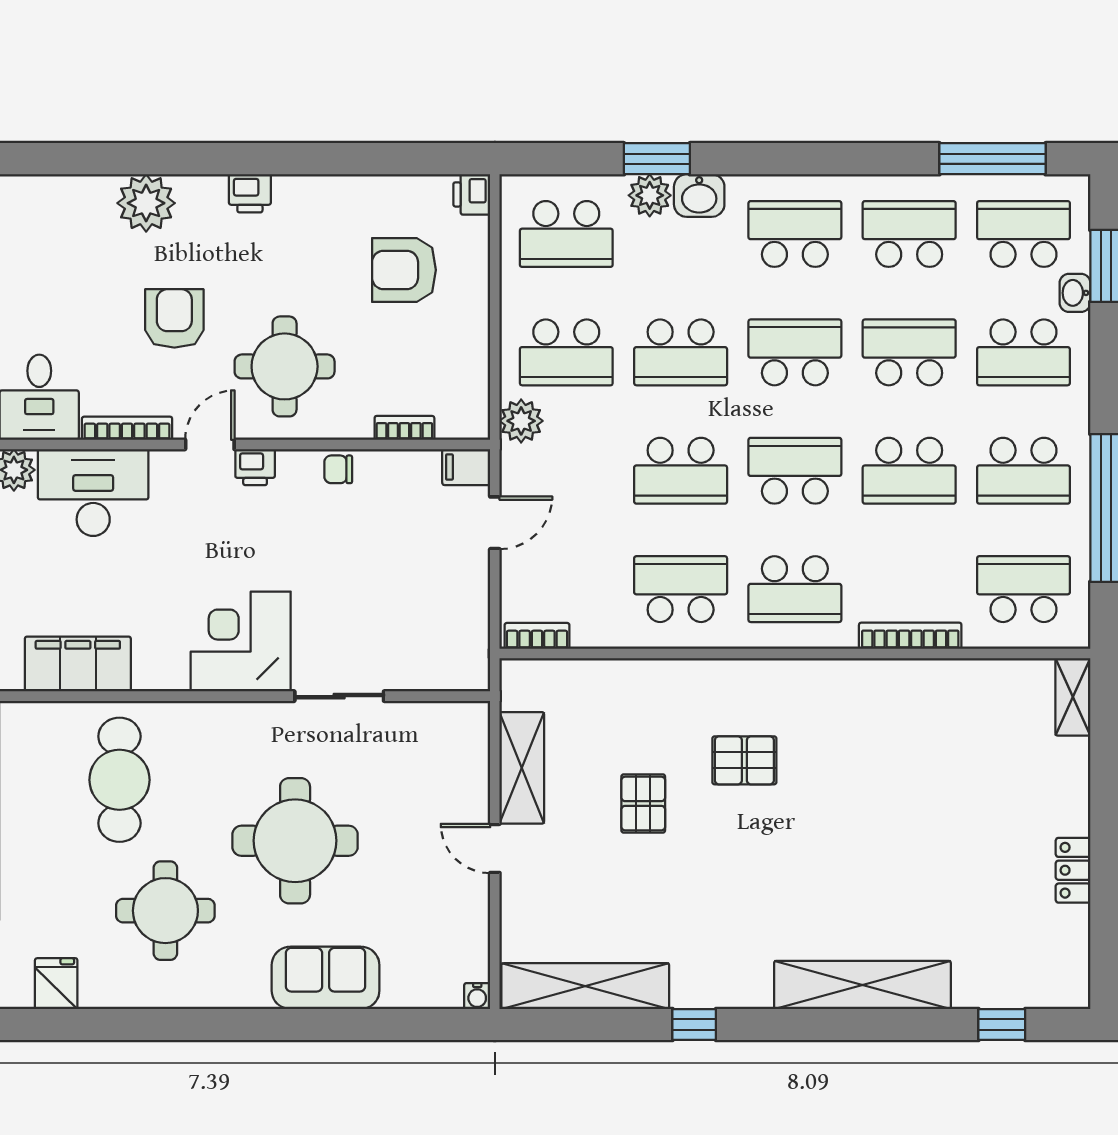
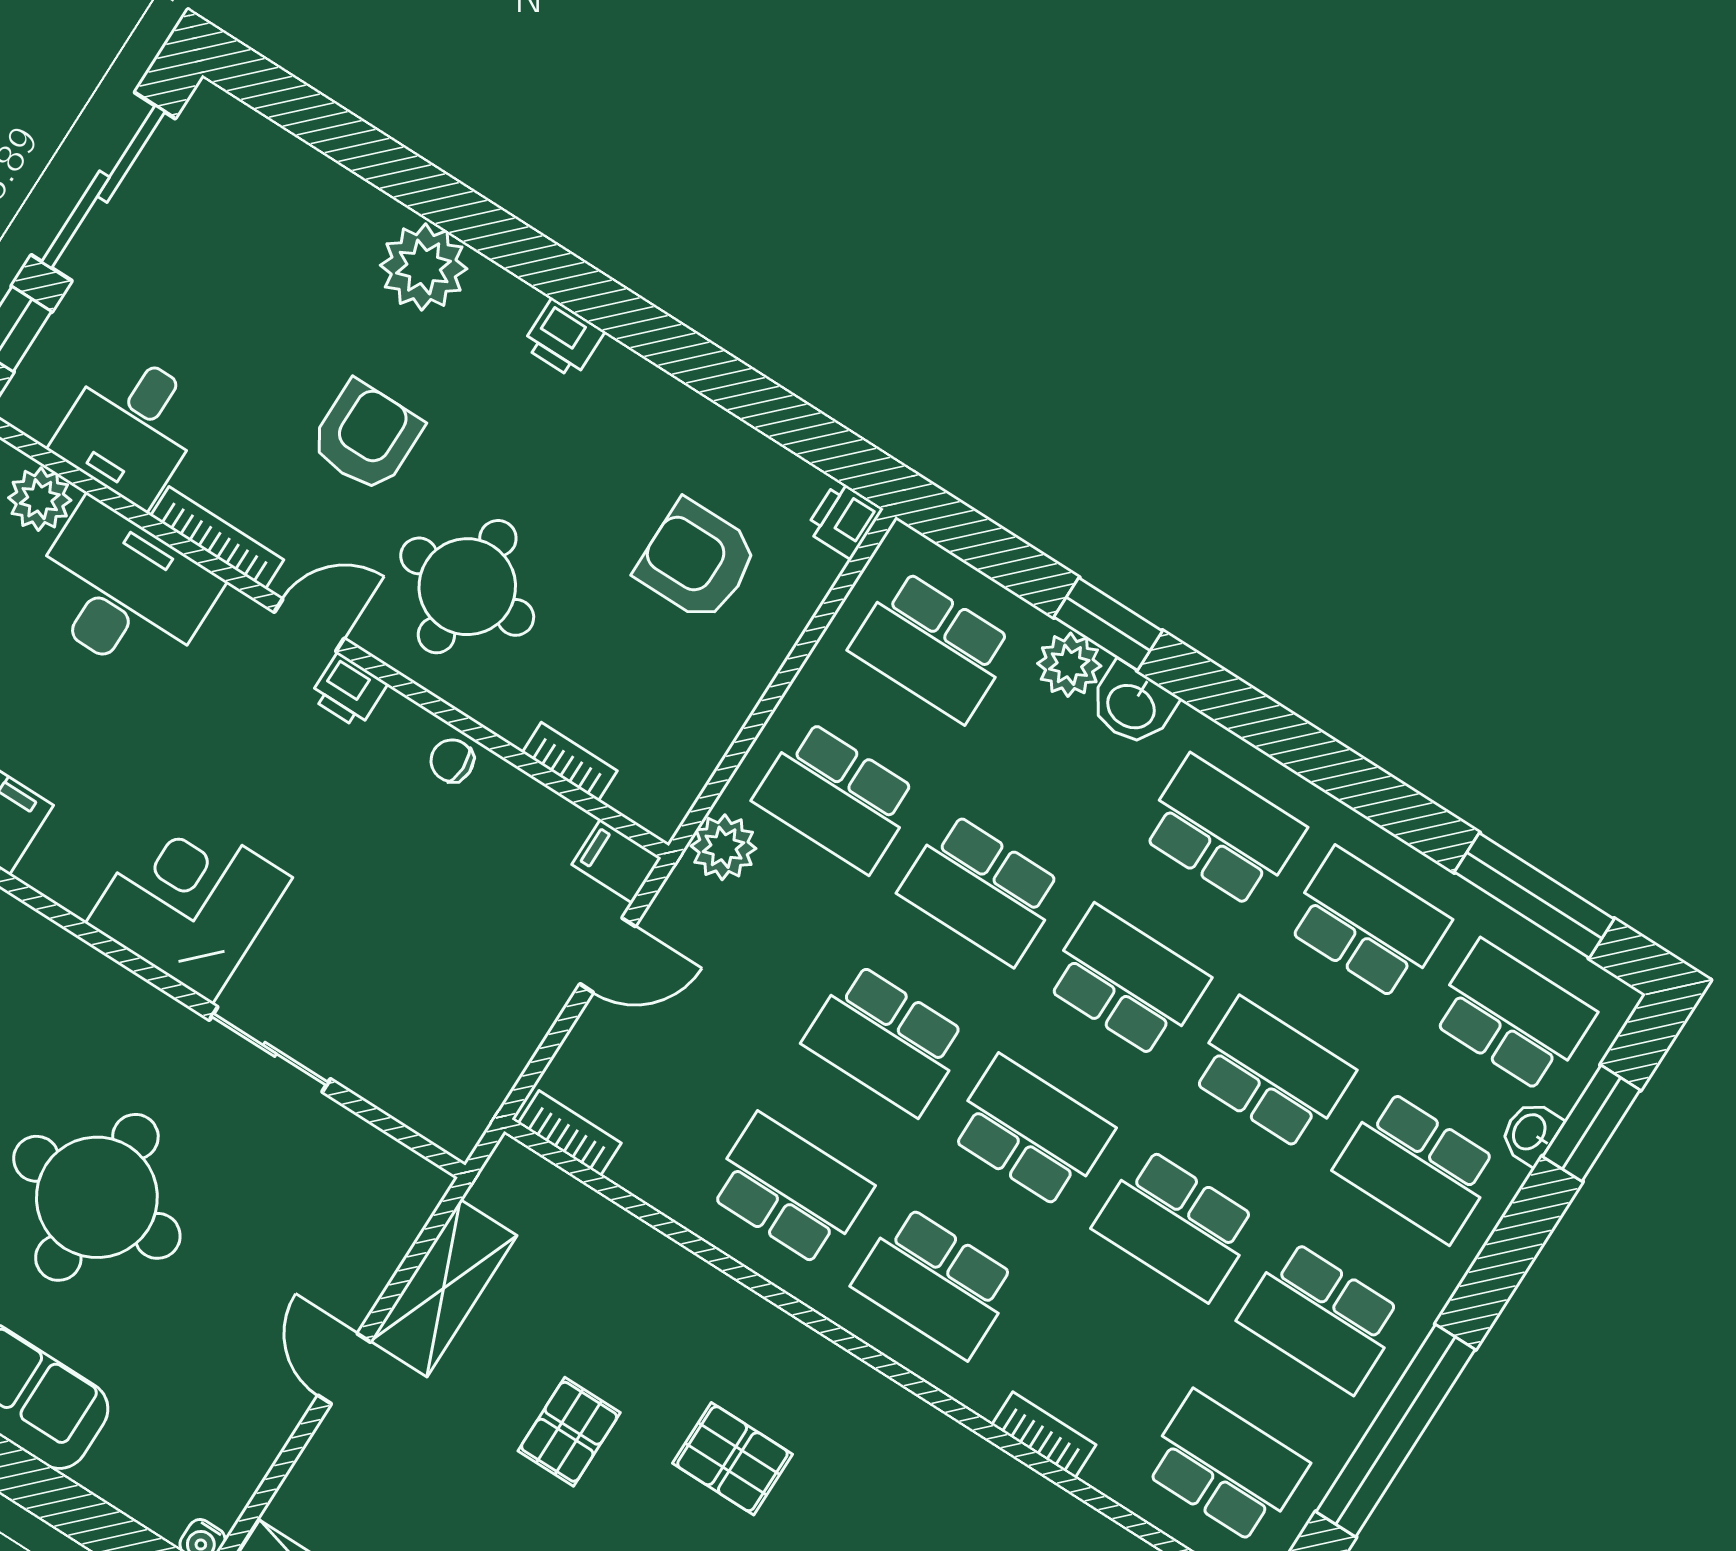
bookcase: (910, 636) -> (1044, 1435), width x0.64

